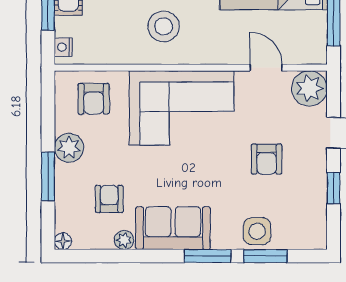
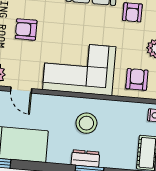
armchair: (267, 159) -> (26, 29), turned -90

